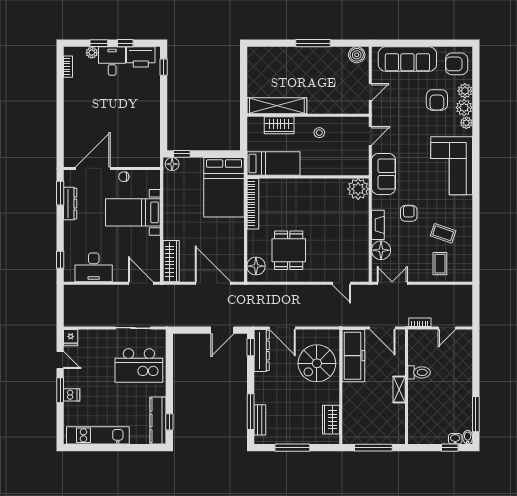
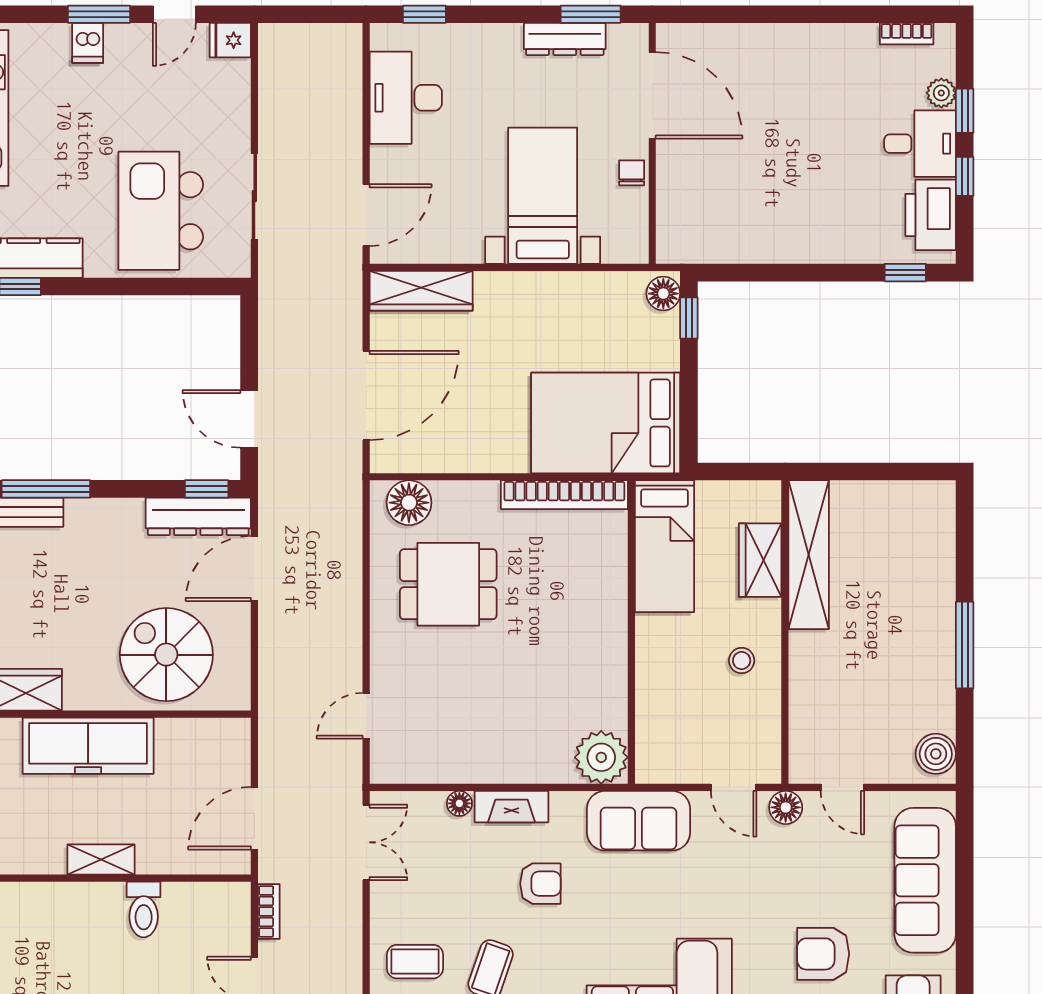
floor lamp: (378, 115) -> (786, 807), added
floor lamp: (381, 250) -> (459, 803), width x0.53, depth x0.53
freezer: (353, 356) -> (88, 746), moved

